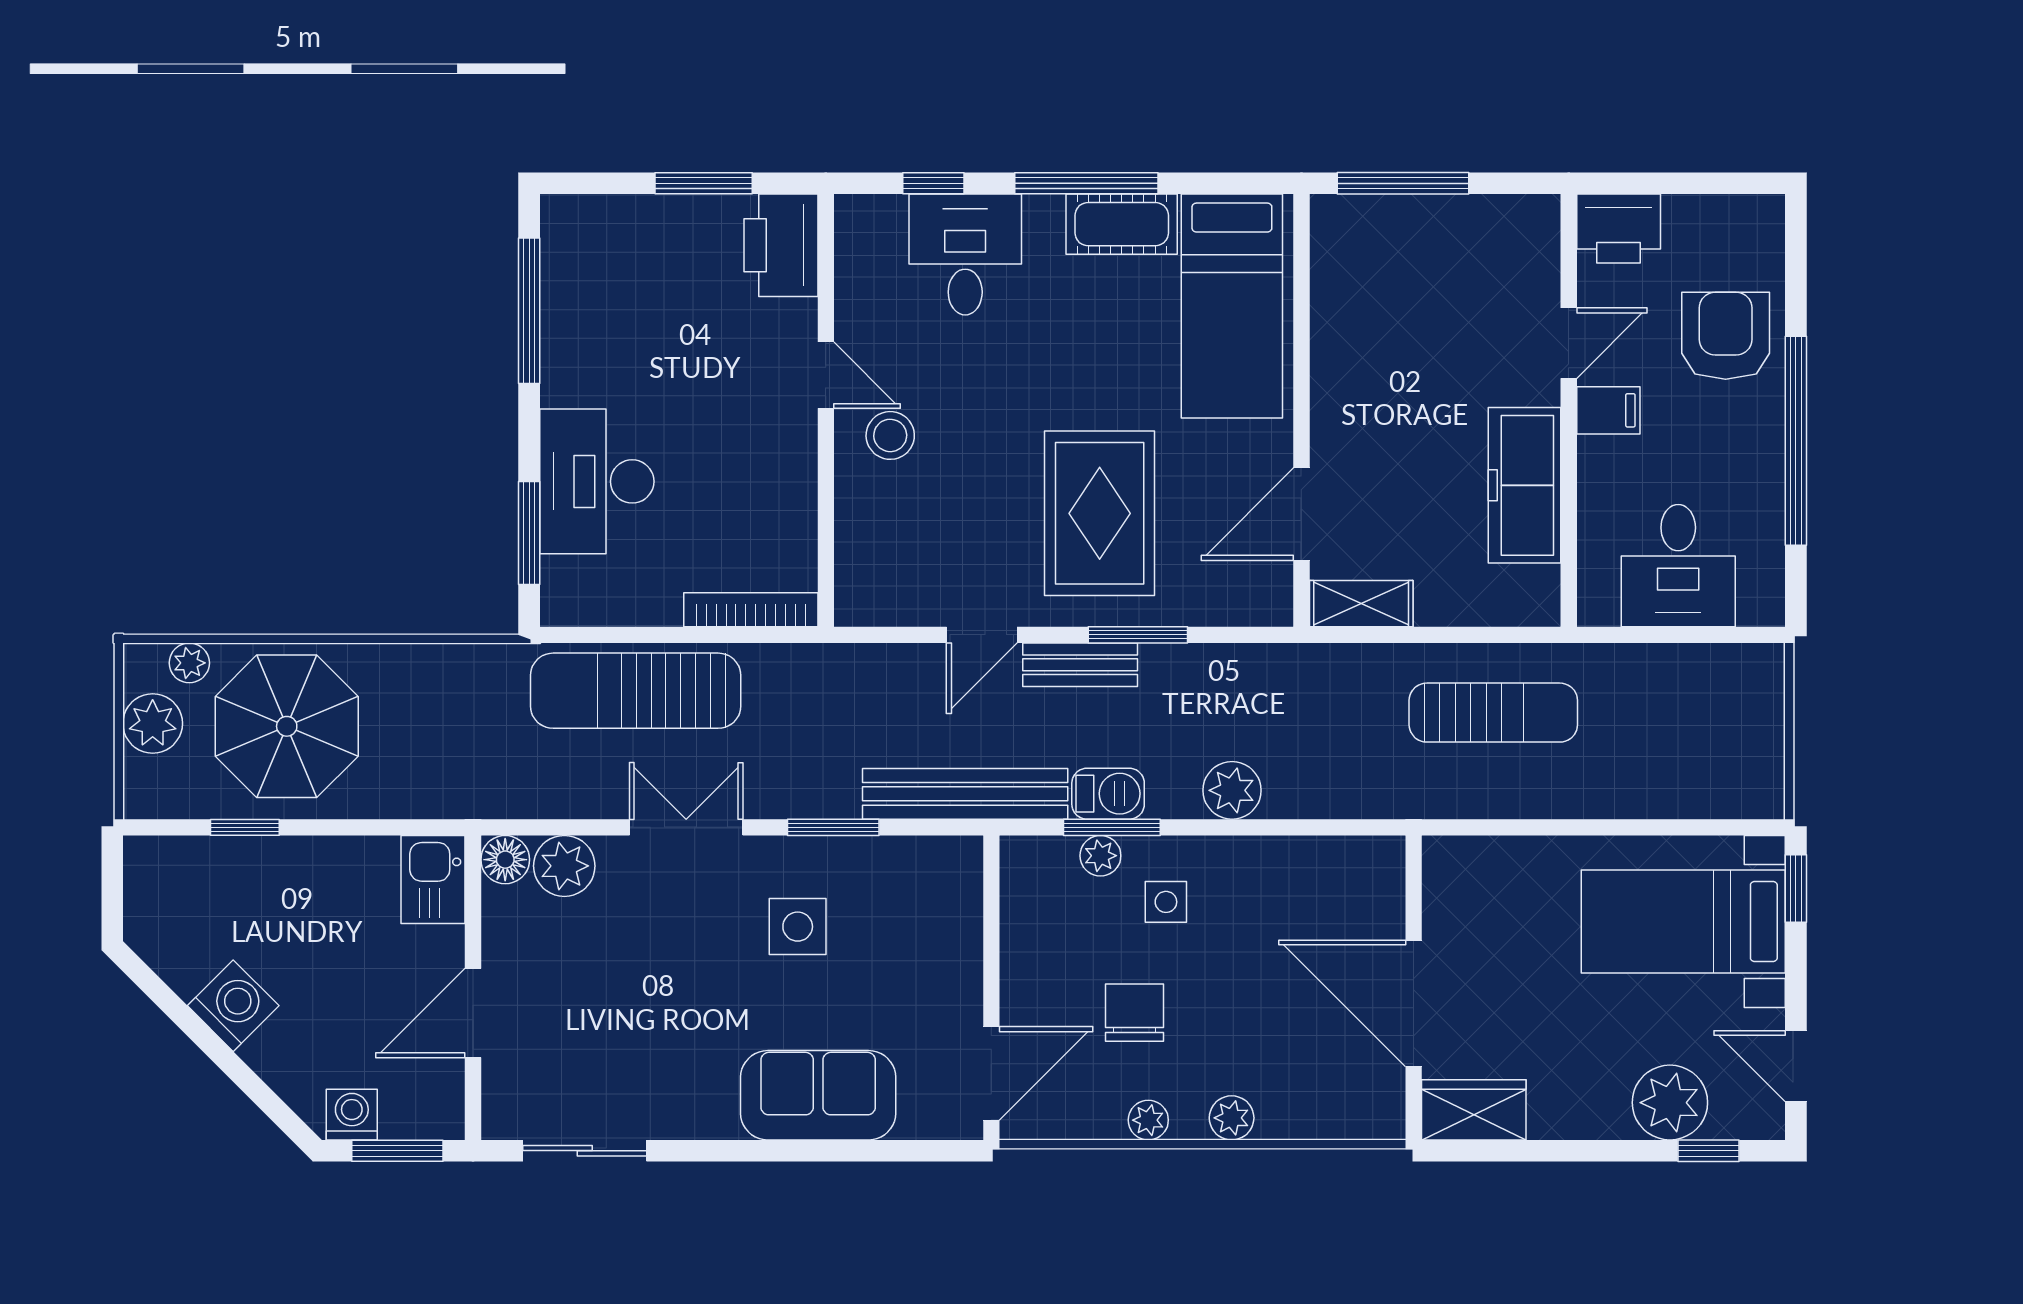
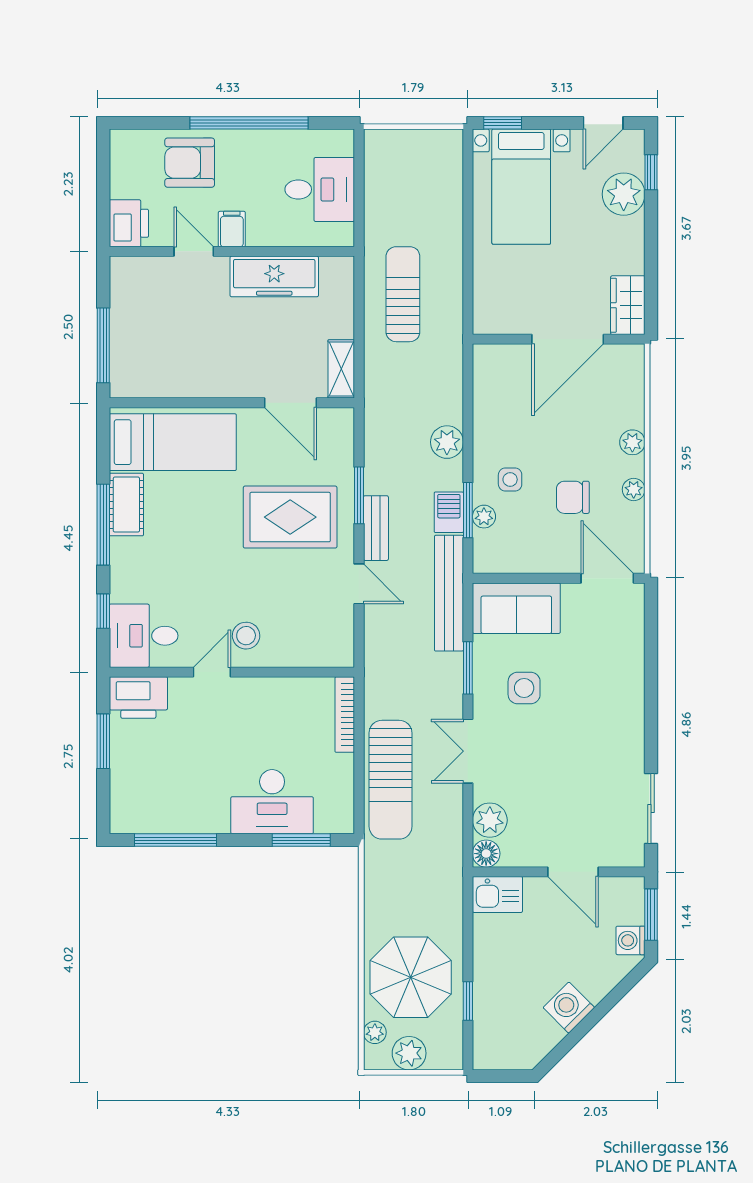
desk: (965, 255) -> (144, 636), moved
sofa: (818, 1095) -> (516, 608), moved, turned -90

